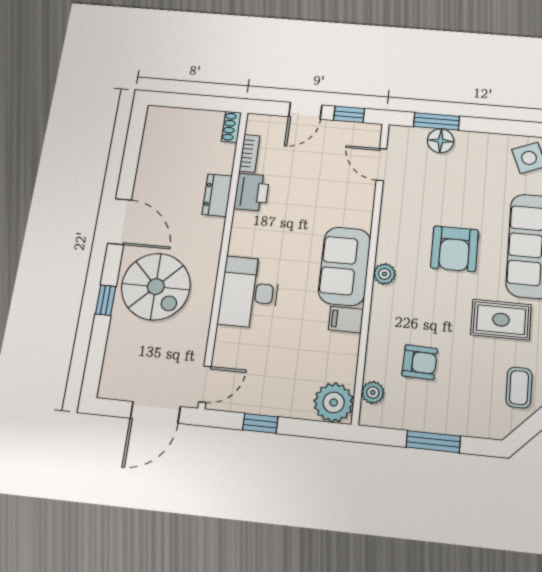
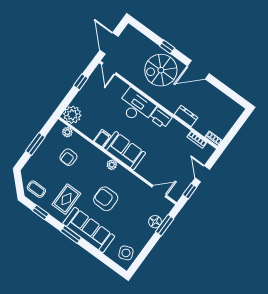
printer: (252, 192) -> (161, 118), moved

